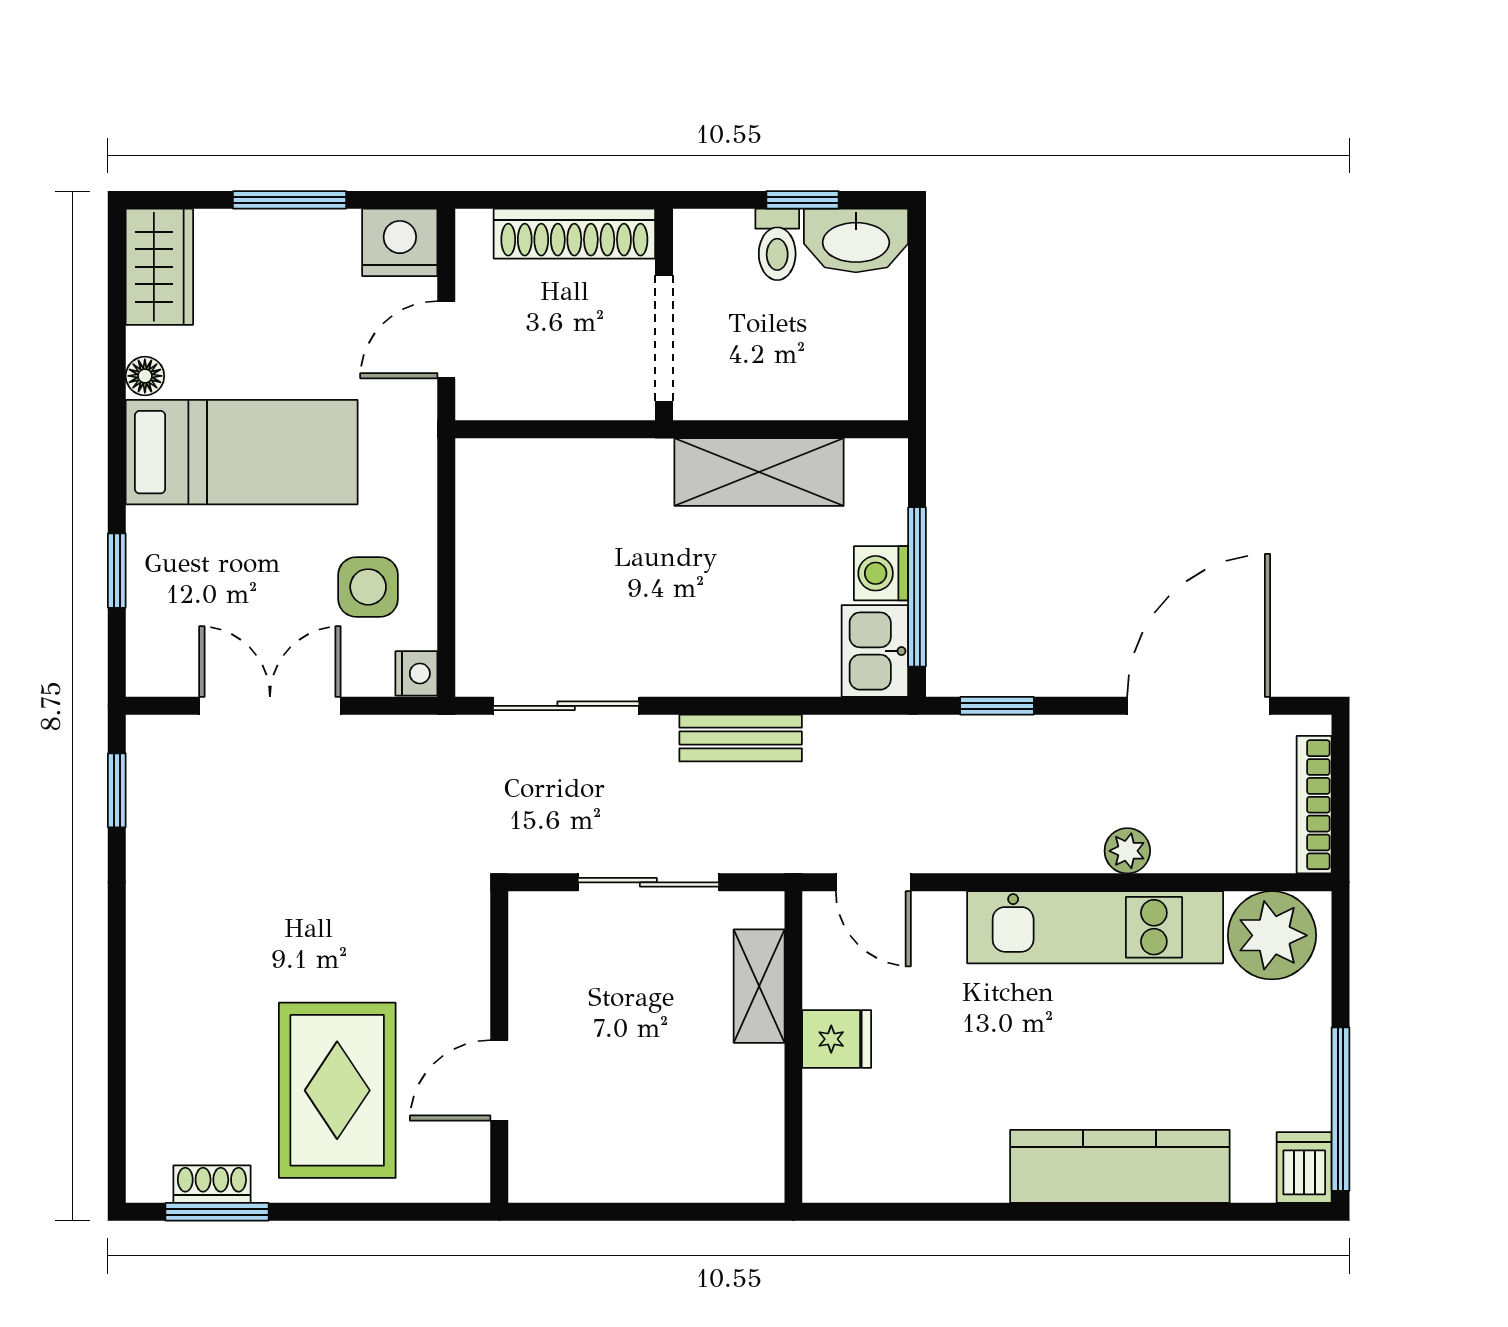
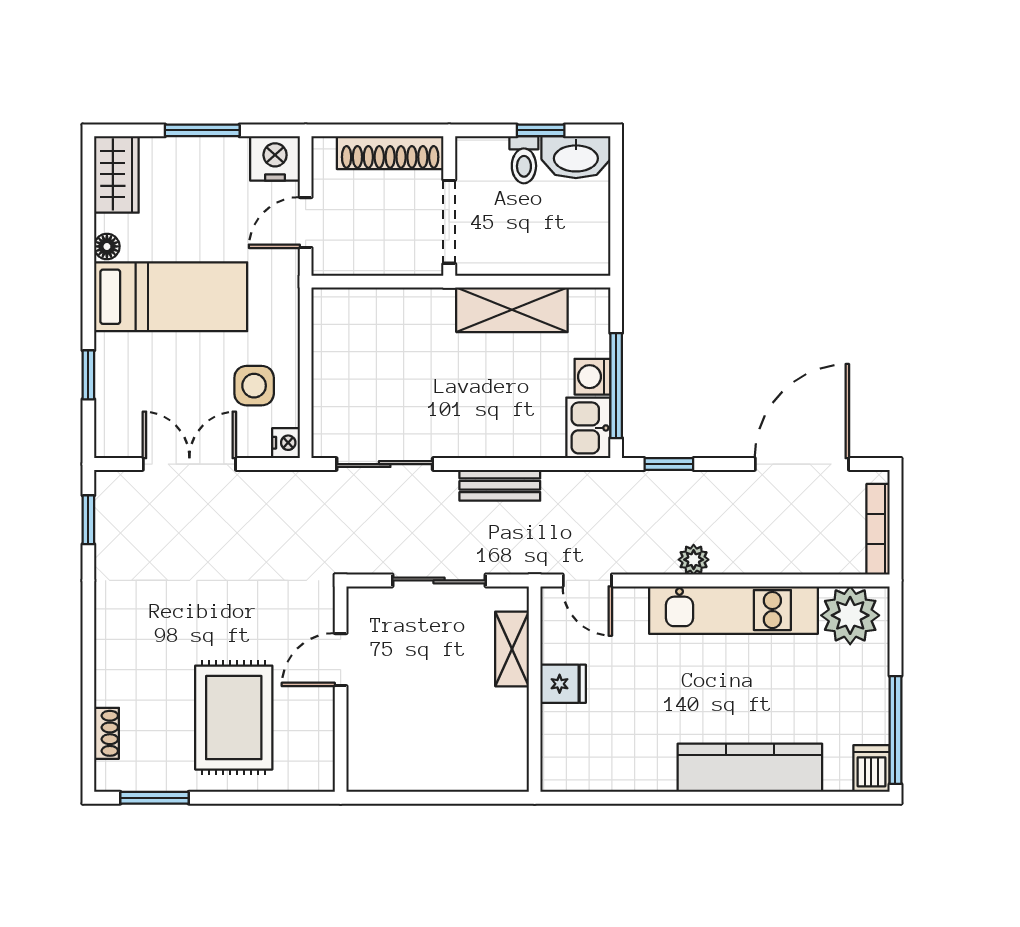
plant: (1127, 851) -> (694, 560), moved
door: (499, 1080) -> (341, 660), moved
shoe rack: (212, 1184) -> (107, 733), moved, turned 90

